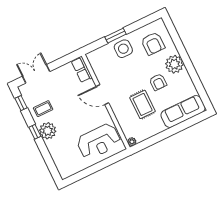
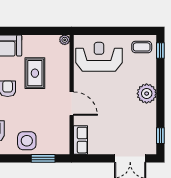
window: (115, 36) -> (43, 158), moved
coffee table: (43, 109) -> (142, 47), moved
window: (35, 132) -> (160, 51), moved

